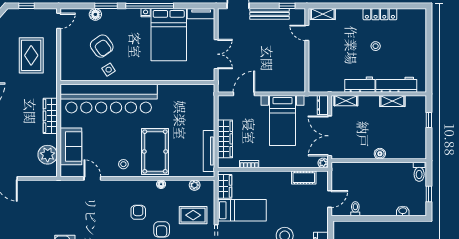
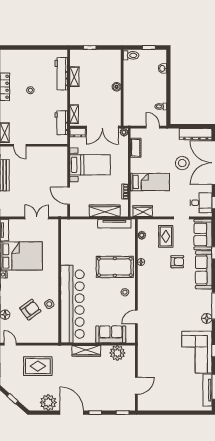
door: (307, 33) -> (20, 145), hinge flipped
workbench: (360, 85) -> (61, 123), moved
bed: (242, 210) -> (150, 182), moved, turned 90
armchair: (138, 212) -> (164, 280), removed

